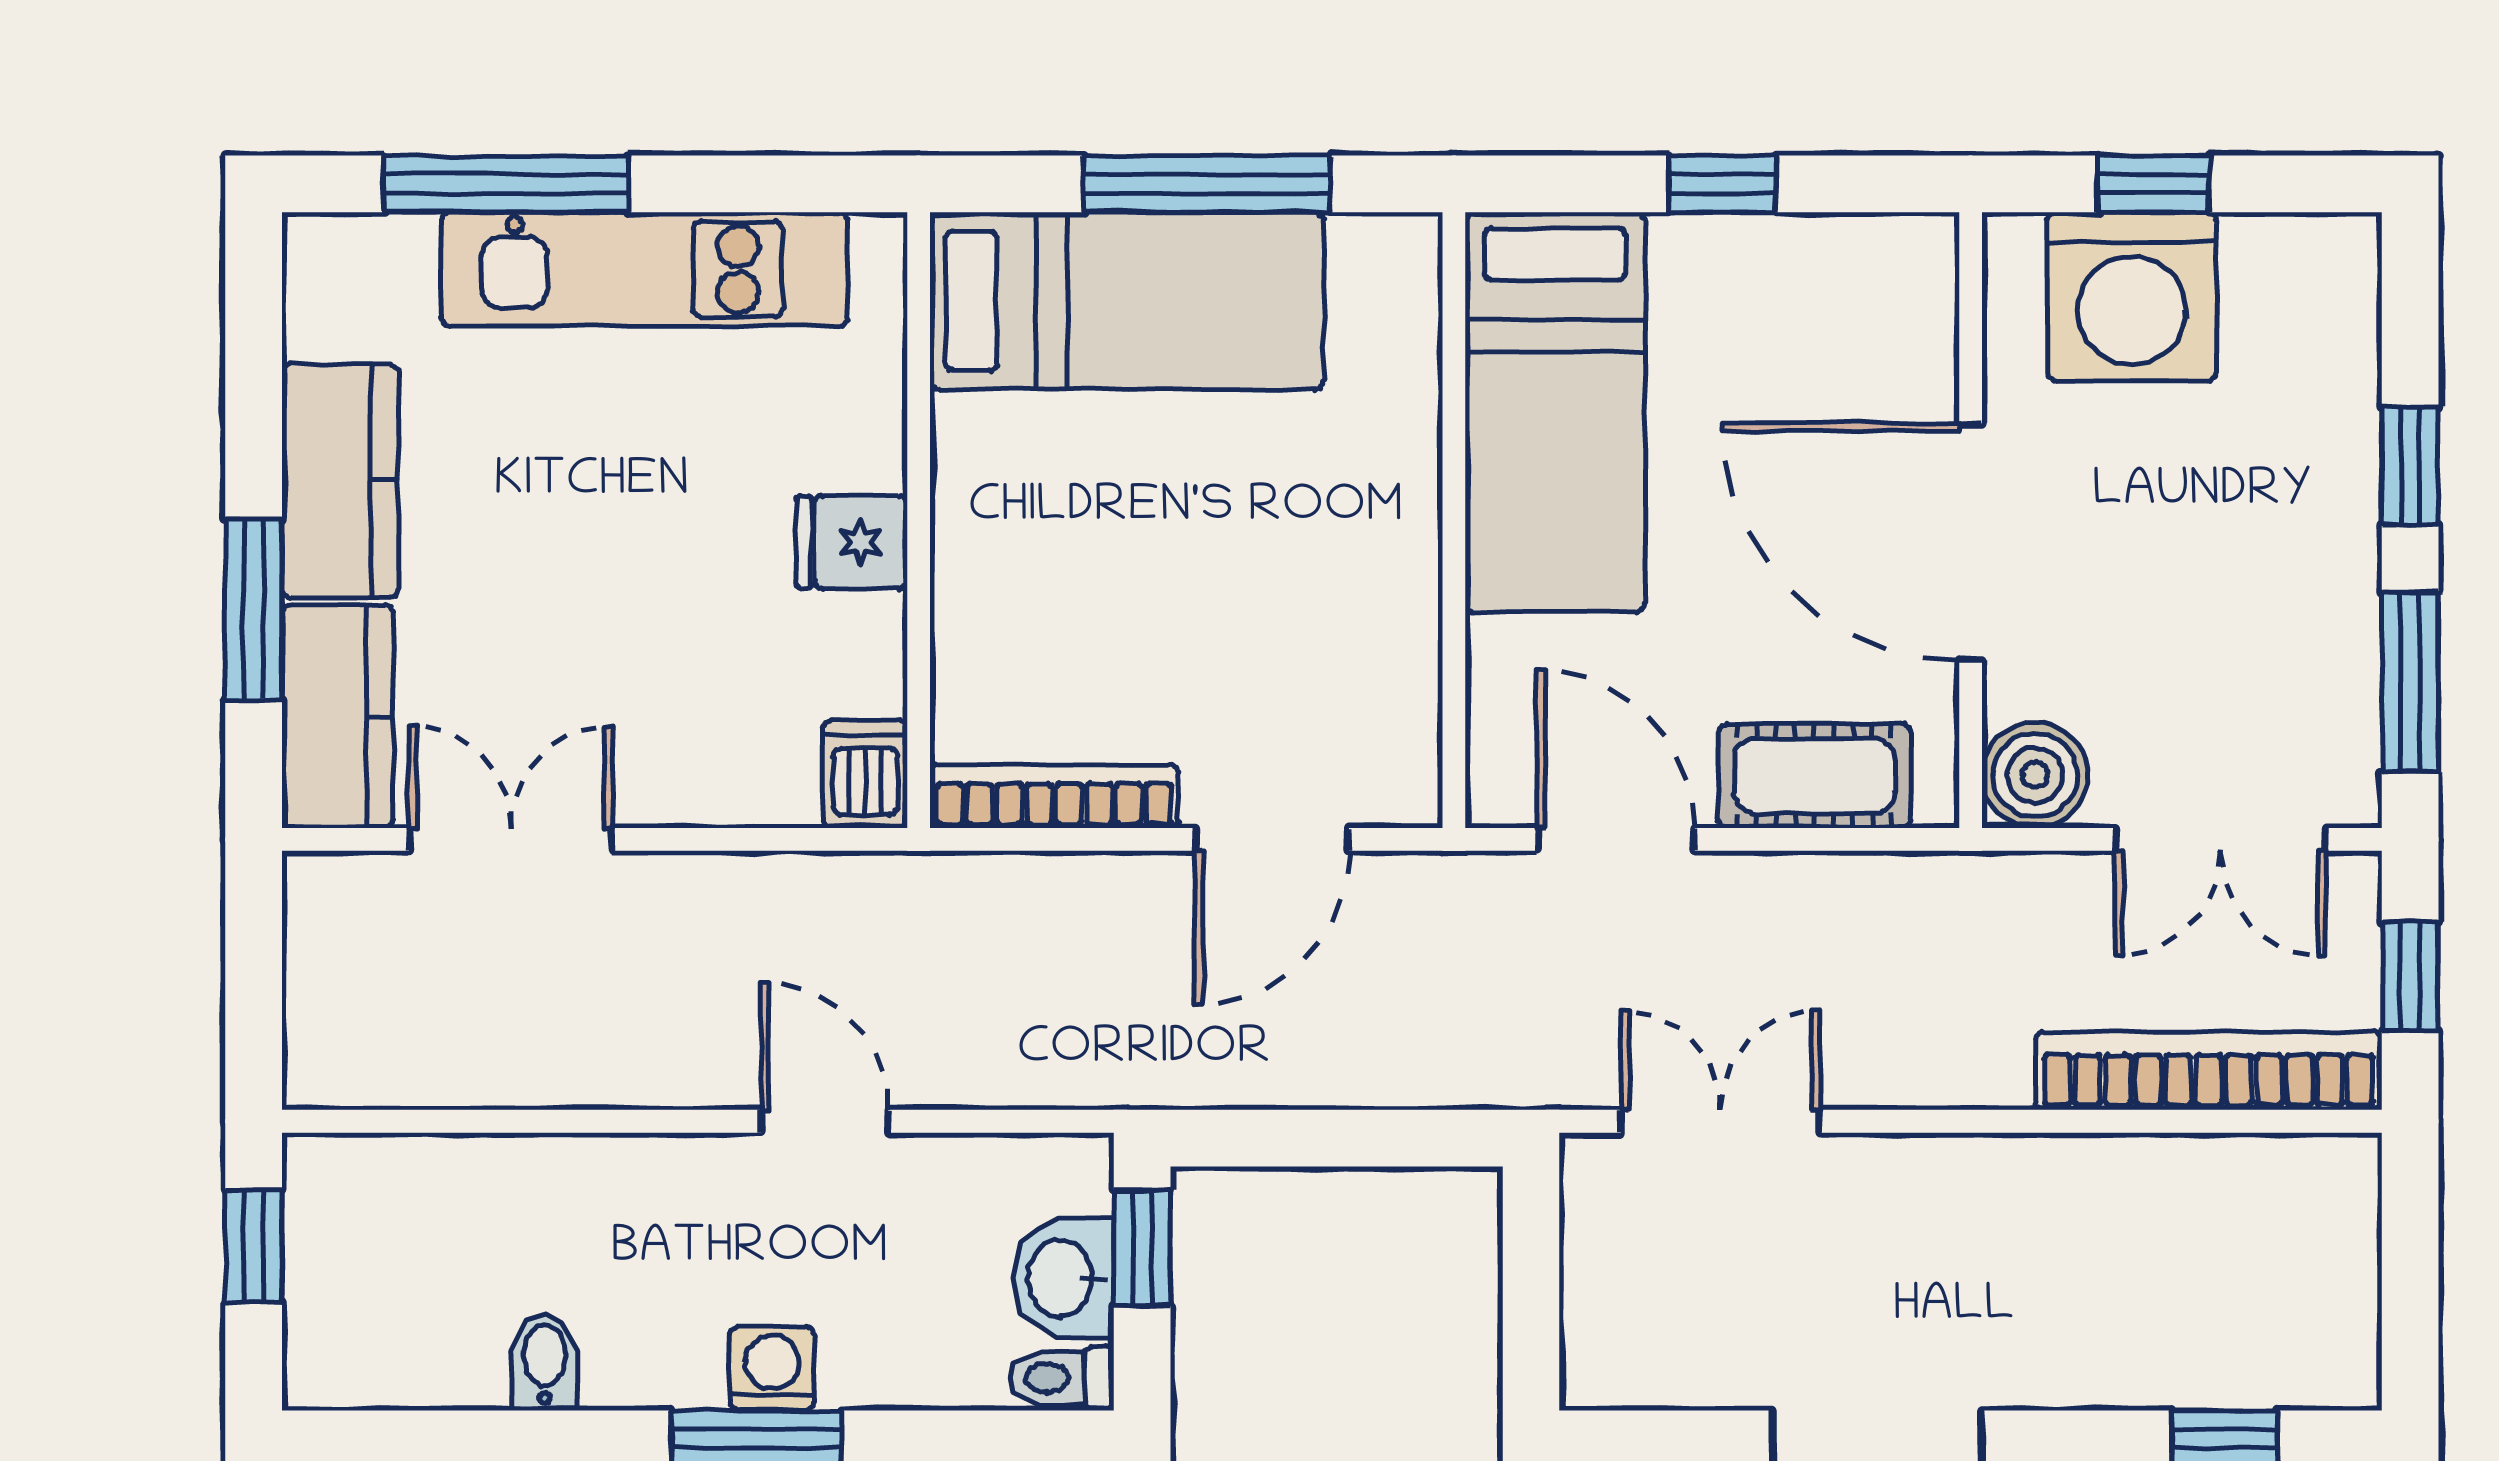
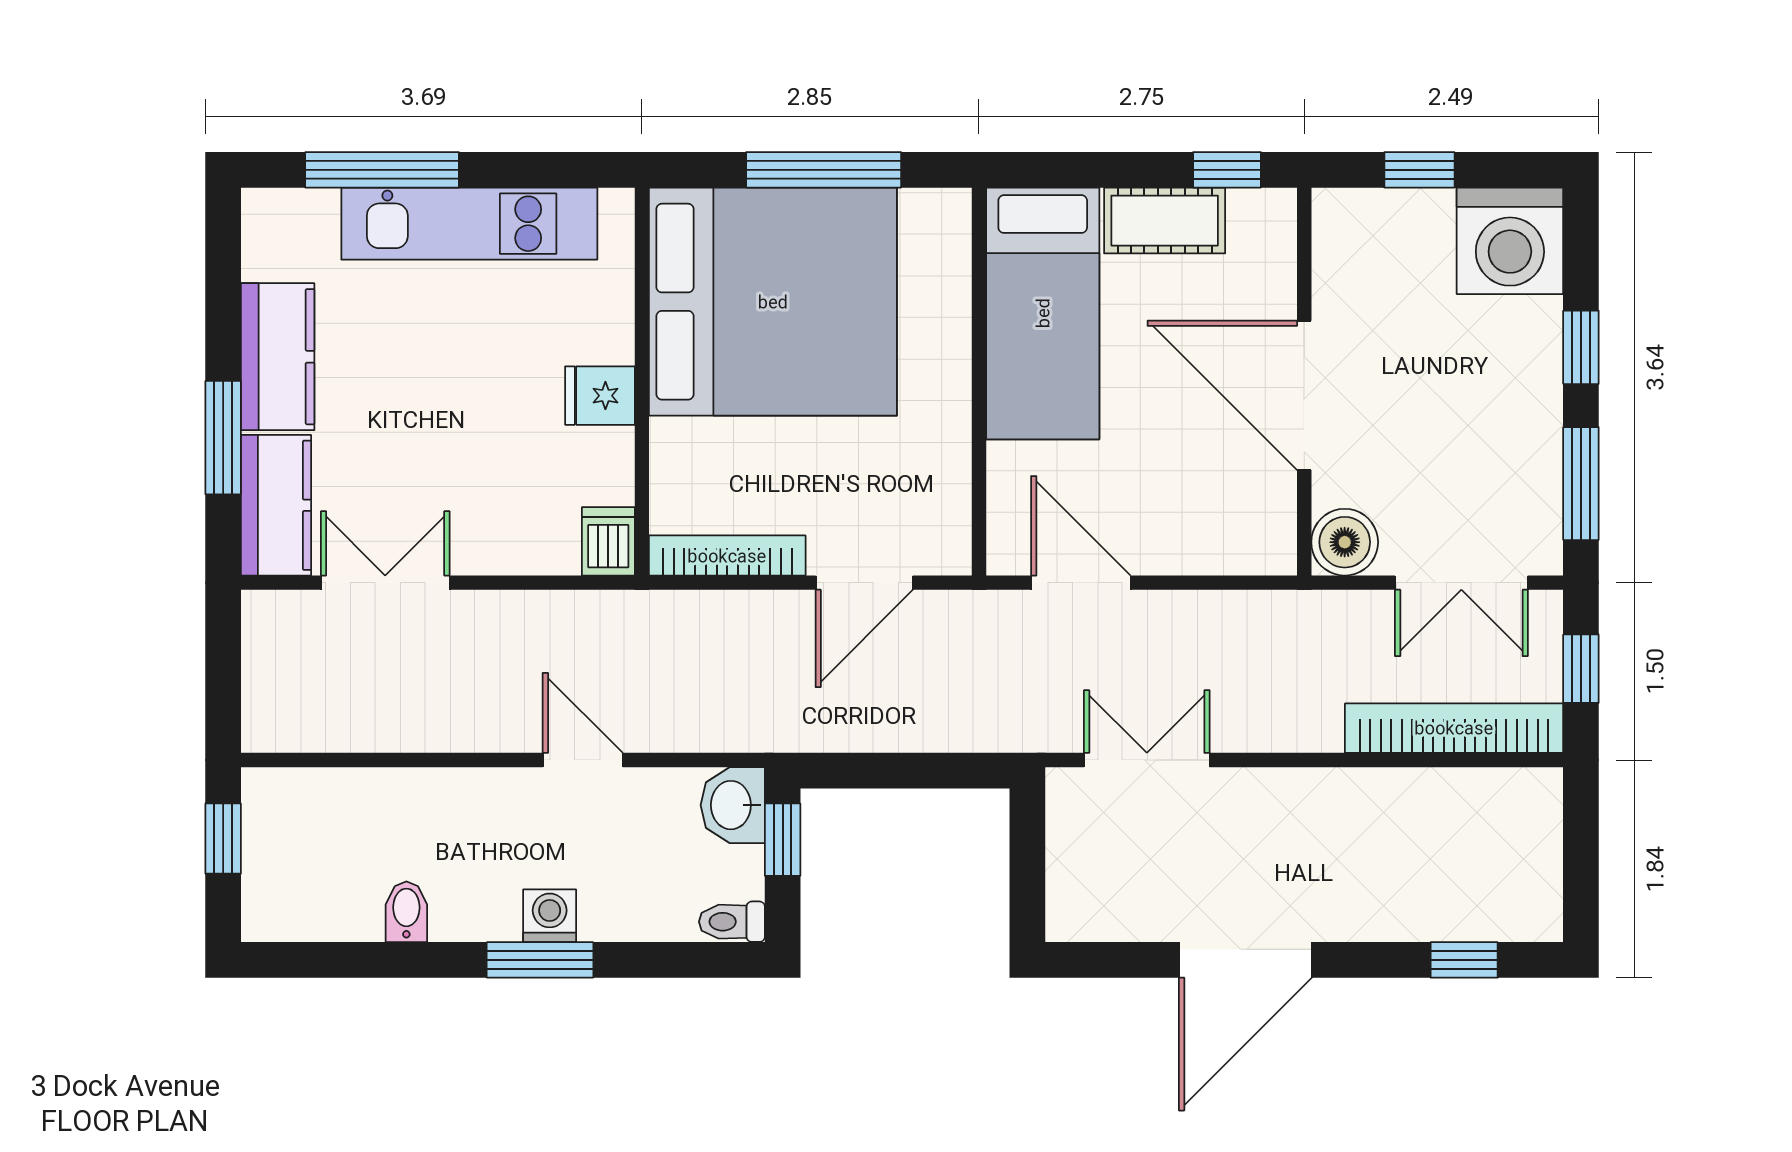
window: (1722, 184) -> (1227, 170), moved
washing machine: (2132, 297) -> (1510, 241), moved
bed: (1127, 301) -> (773, 302), width x2.04
cot: (1815, 776) -> (1165, 221), moved
washbasin: (1063, 1278) -> (733, 805), moved

